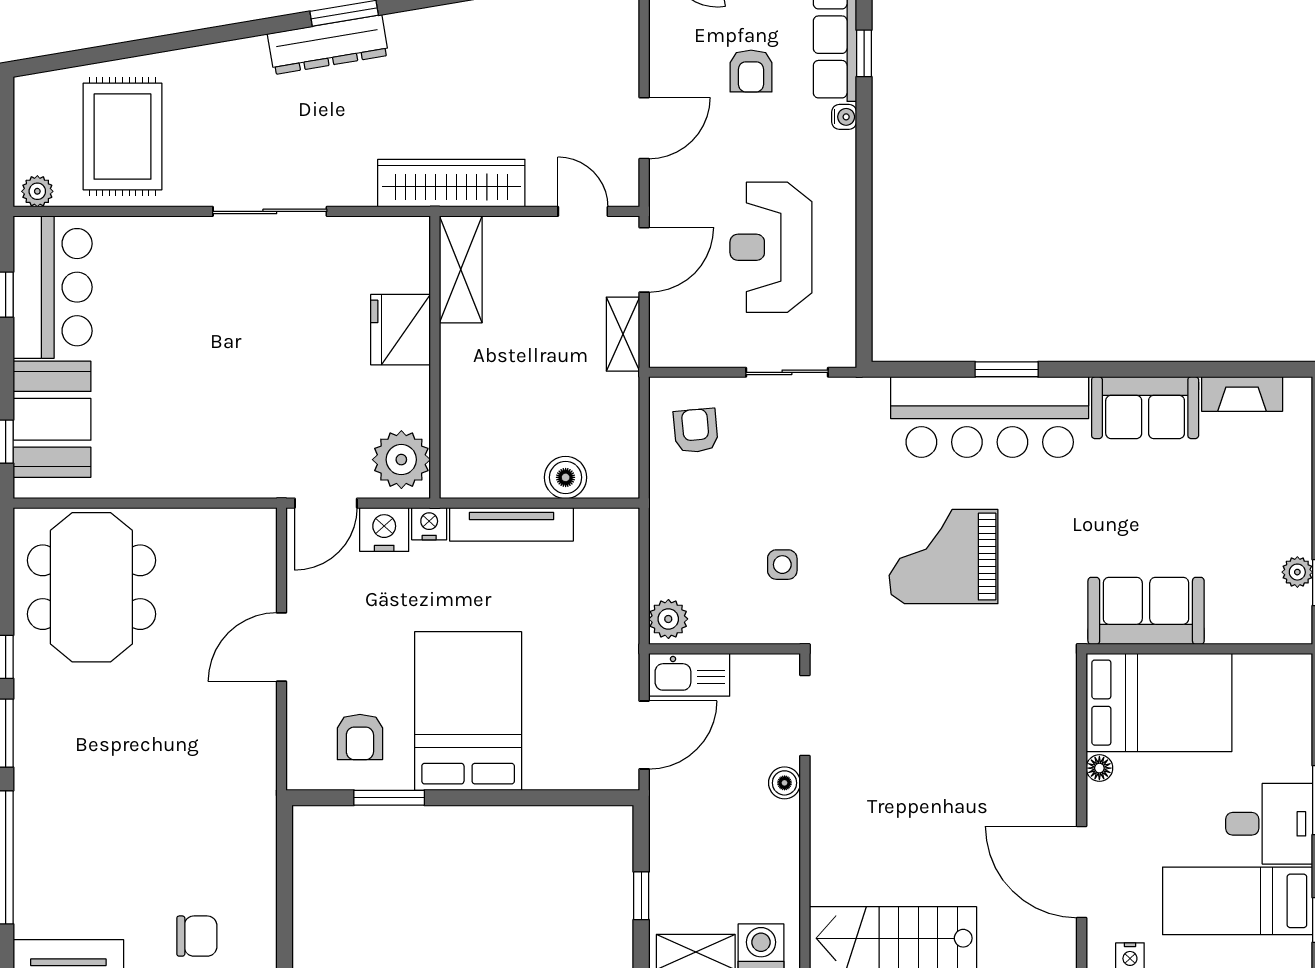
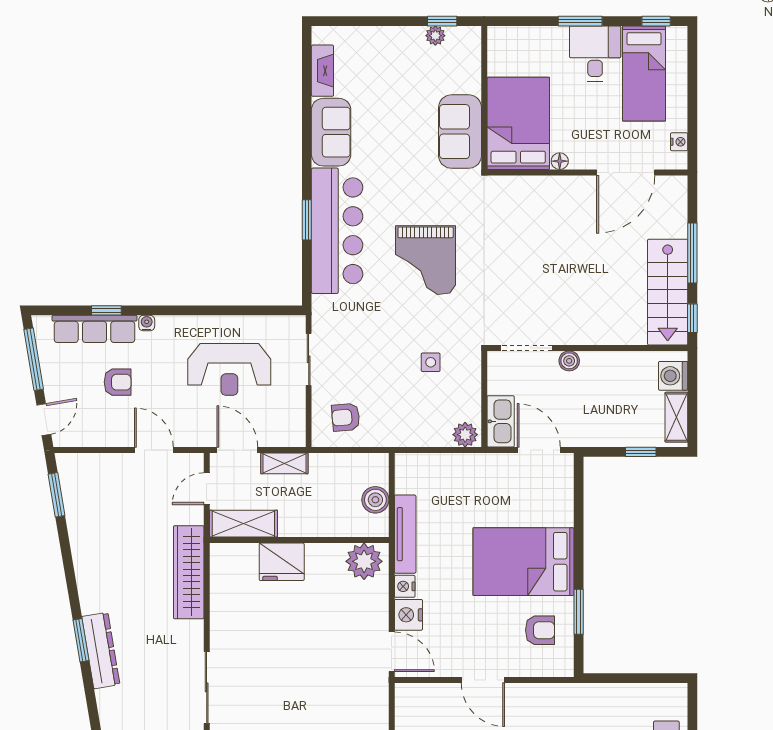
shelving: (461, 269) -> (243, 524), moved
fridge: (400, 330) -> (282, 562), moved
wall: (435, 357) -> (299, 540), moved
plant: (401, 460) -> (364, 561), moved

